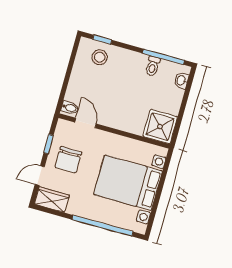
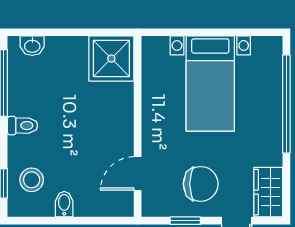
toilet: (153, 66) -> (23, 126), moved
bidet: (70, 108) -> (64, 204), moved
bed with nightstands: (128, 183) -> (210, 84), width x0.73

